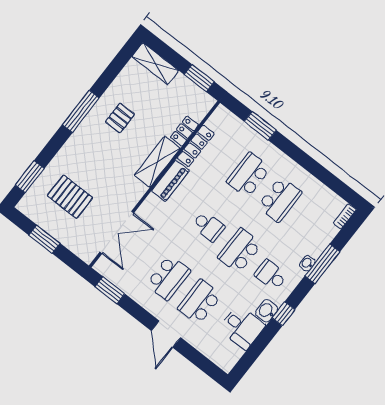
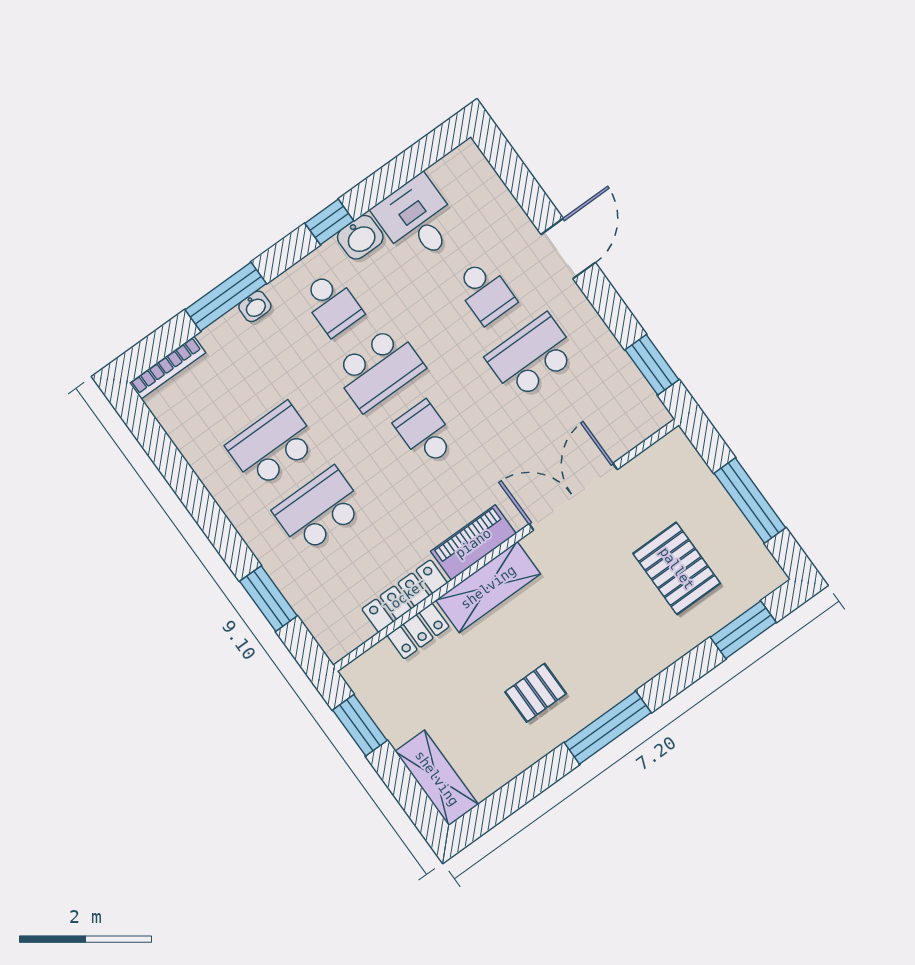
school desk: (248, 175) -> (319, 510), turned 180
bookcase: (345, 216) -> (167, 368), width x1.56
double door: (117, 232) -> (573, 497), moved
window: (44, 239) -> (750, 501), width x1.44
school desk: (200, 302) -> (485, 292), width x0.54

